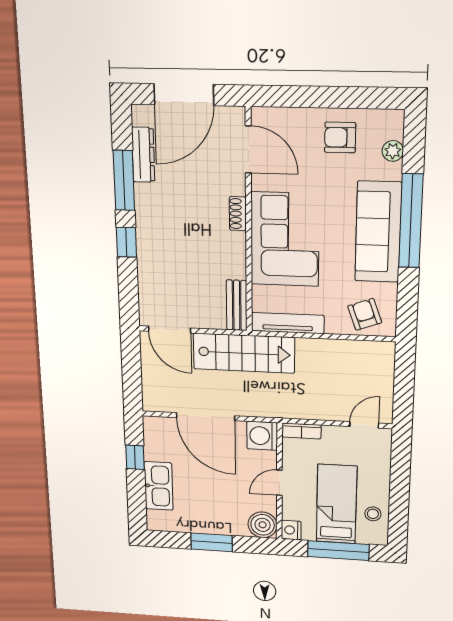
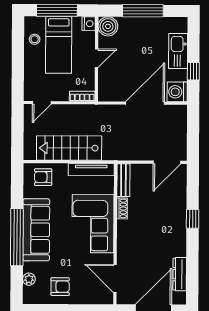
window: (124, 180) -> (192, 258), removed
shoe rack: (238, 214) -> (122, 208), moved
armchair: (365, 314) -> (43, 177), turned 110
door: (170, 330) -> (167, 162), swing flipped
stairs: (244, 353) -> (69, 148), moved
door: (205, 417) -> (145, 103), hinge flipped
washing machine: (262, 436) -> (177, 92), moved, turned 180
window: (212, 542) -> (143, 11), width x1.44

